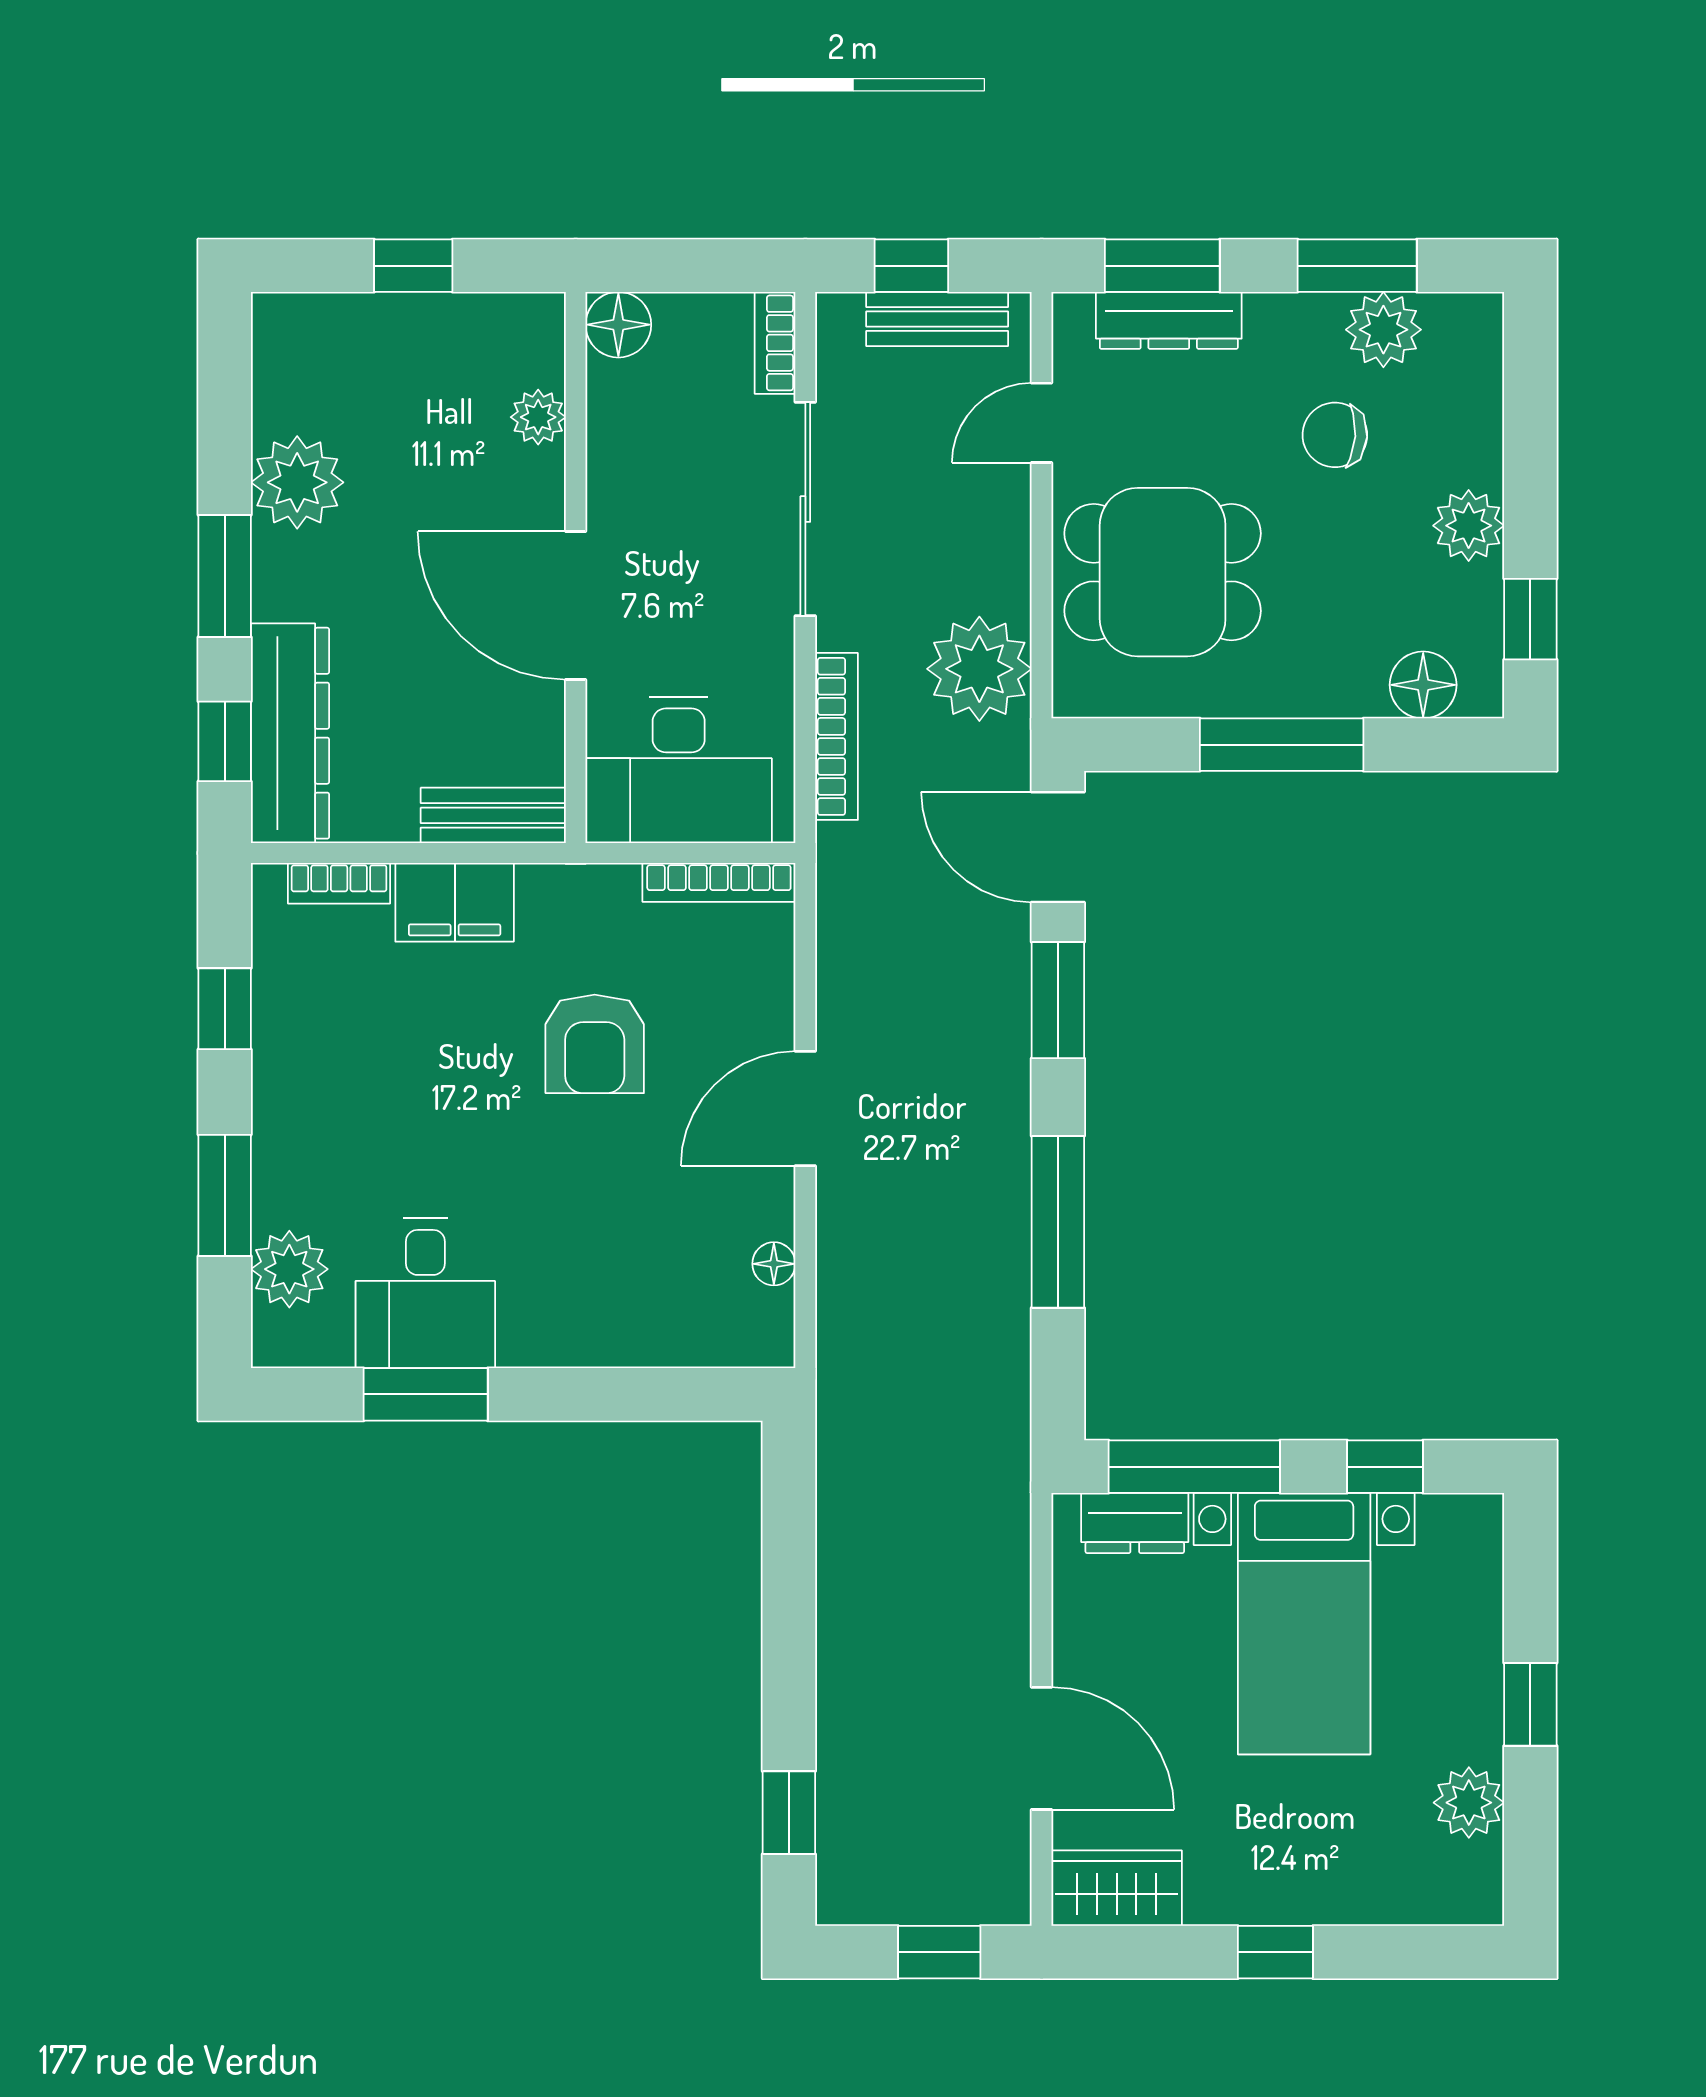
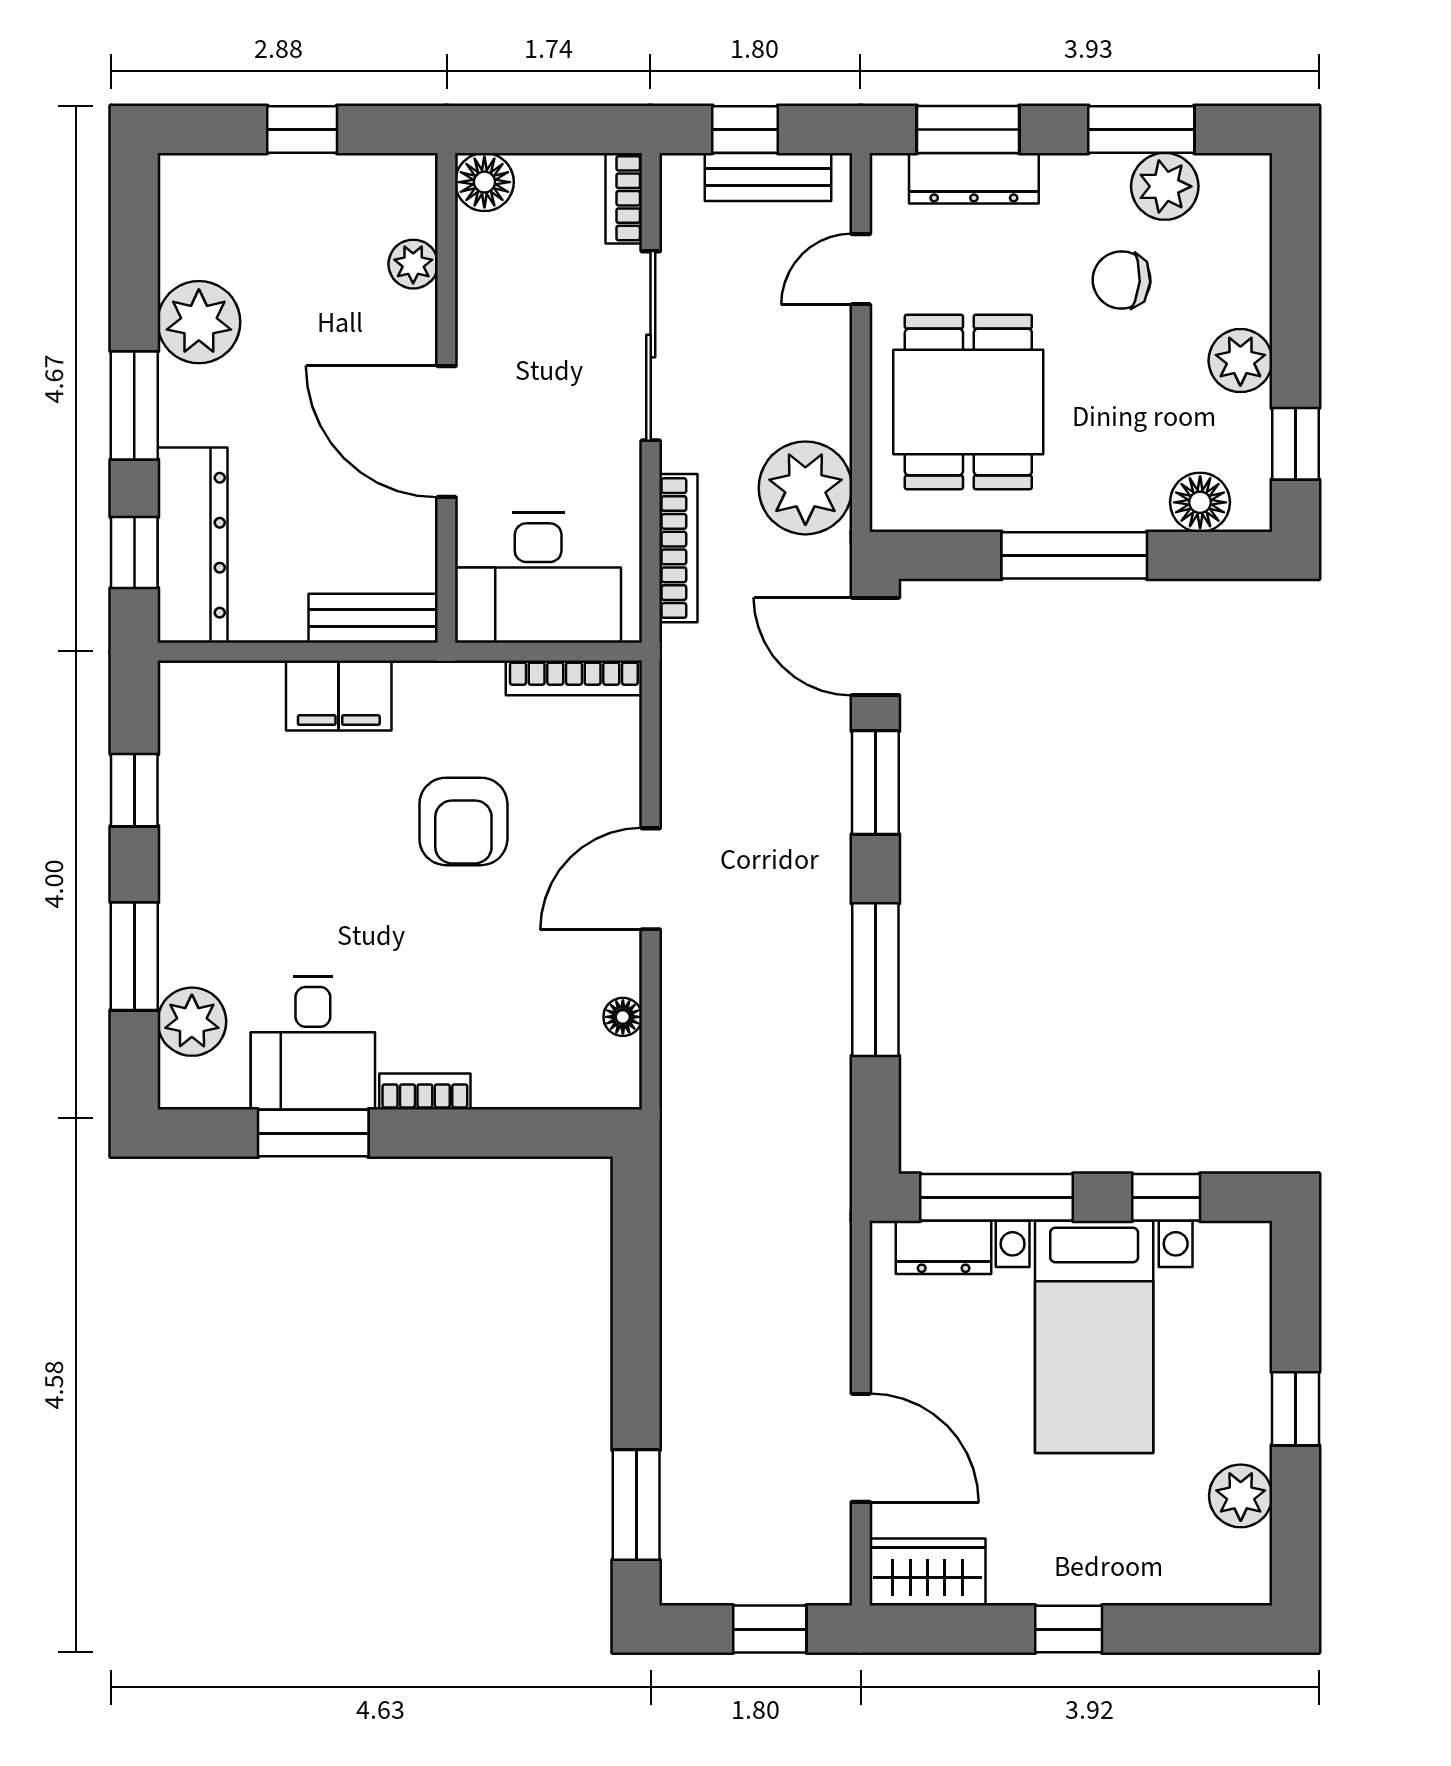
dining table: (1163, 572) -> (968, 402), turned 90
bookcase: (339, 883) -> (425, 1092), moved, turned 180
window: (789, 1813) -> (636, 1505), width x1.50

